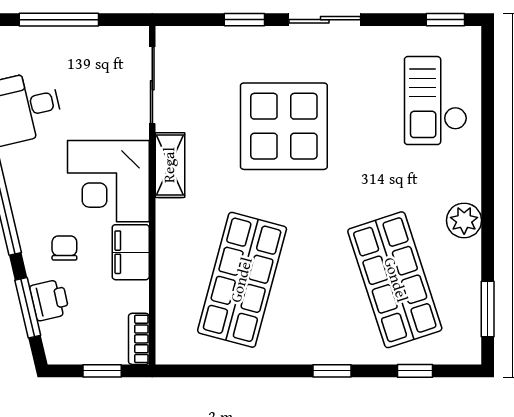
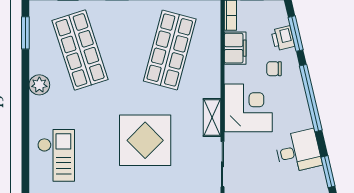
chair: (64, 248) -> (274, 69), turned 90
filing cabinet: (131, 252) -> (235, 48), moved

